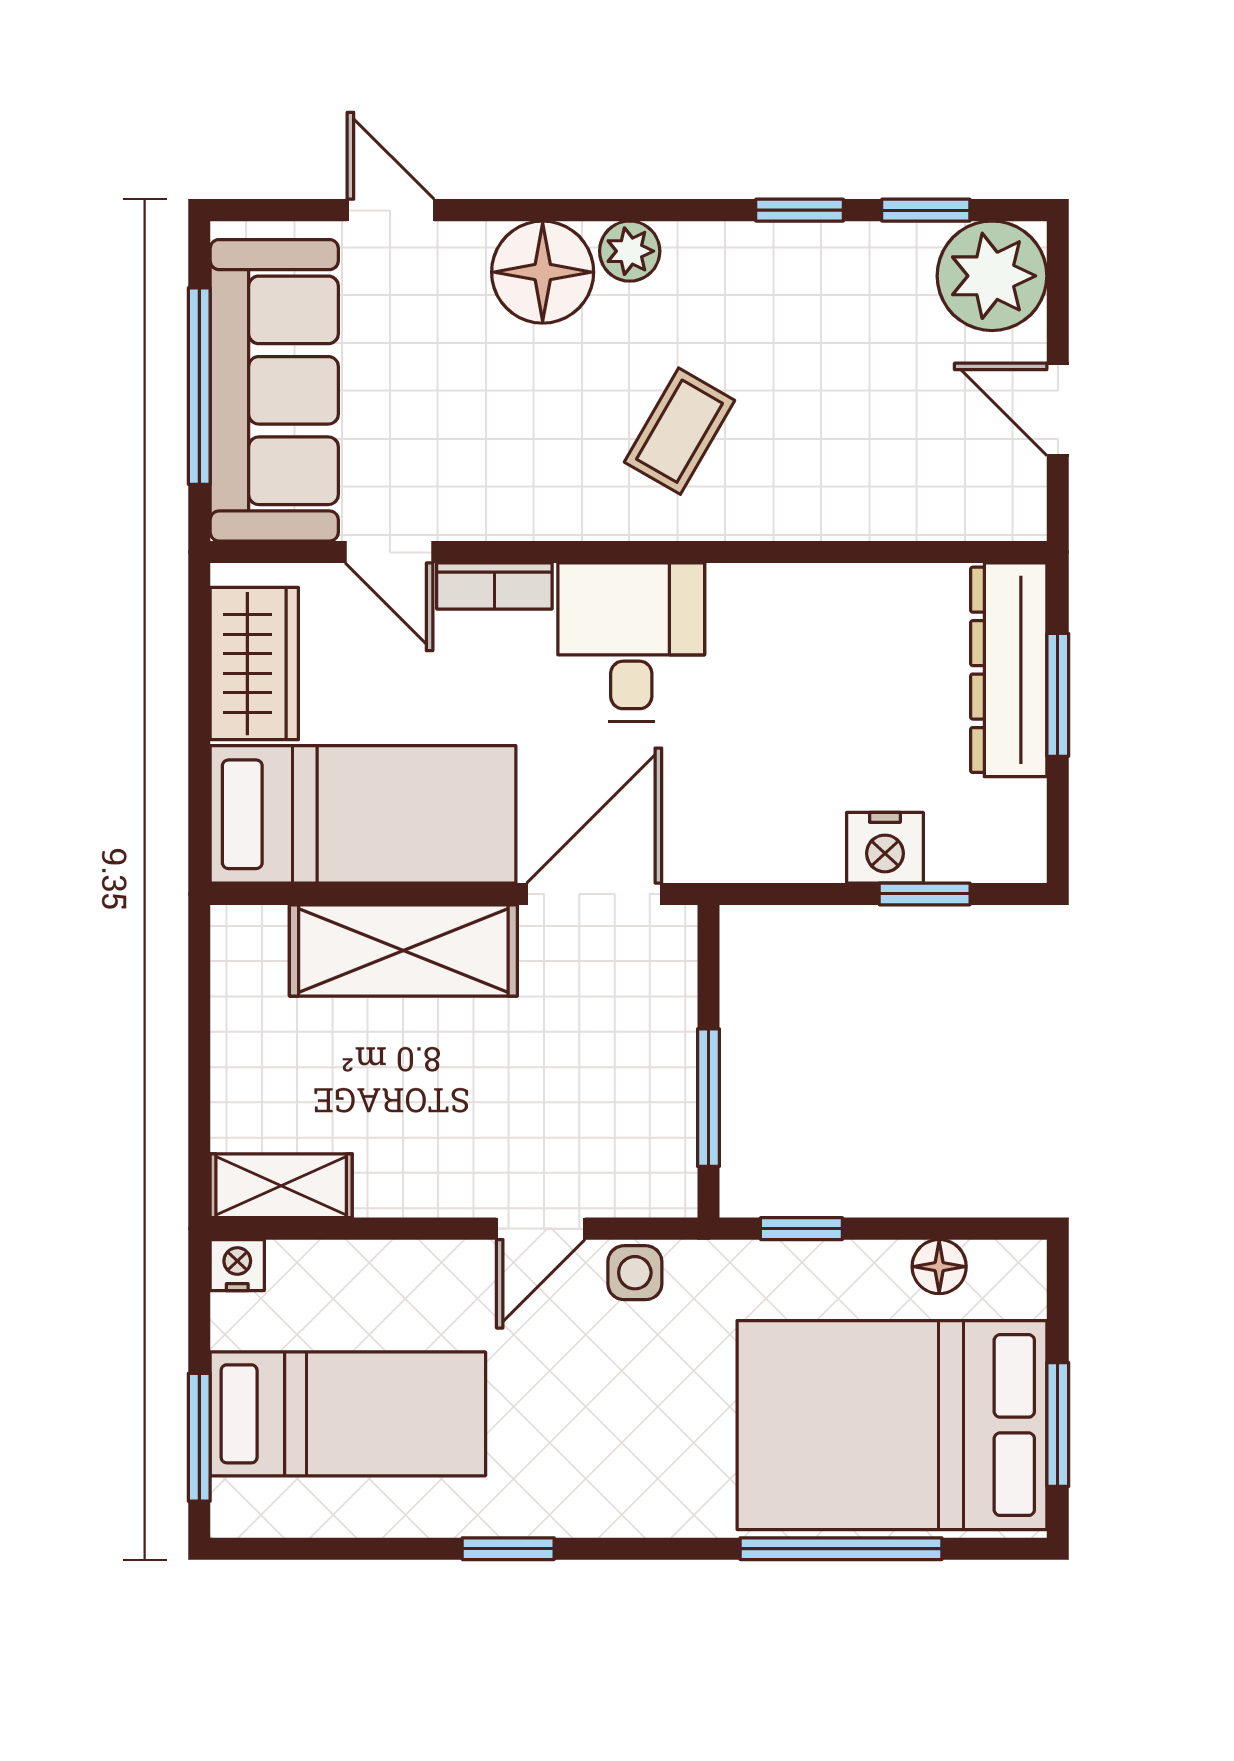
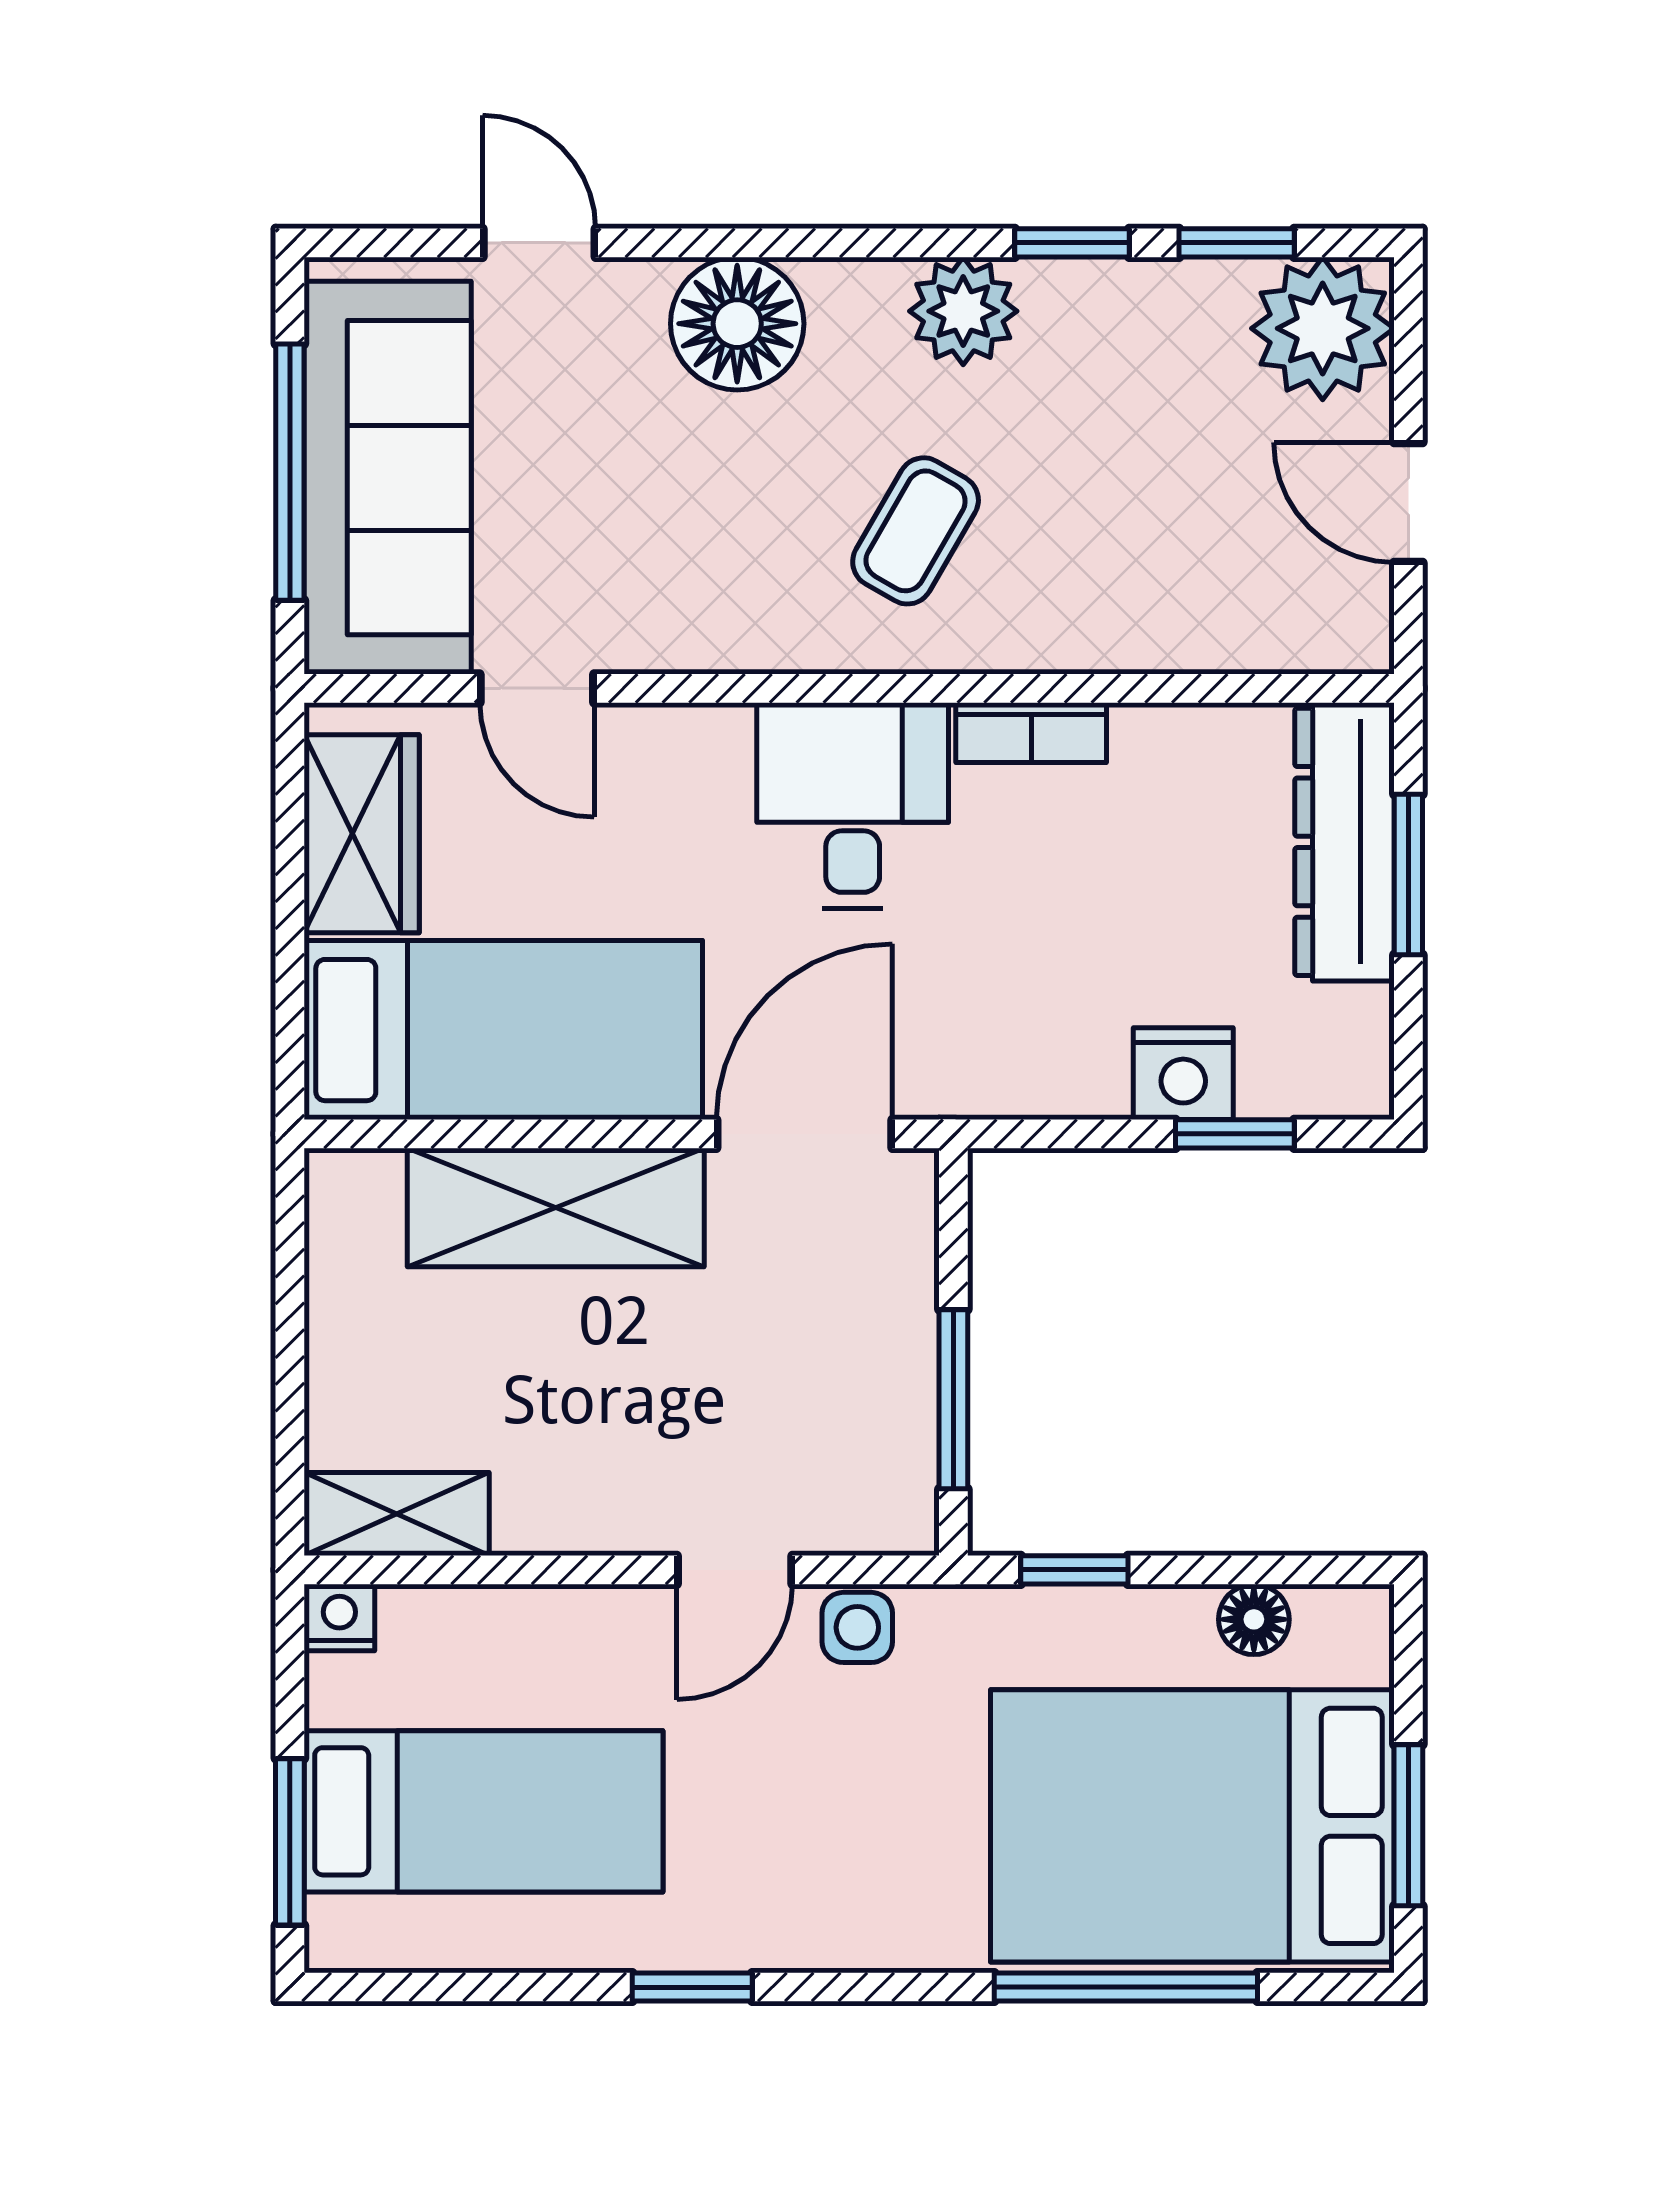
plant: (630, 251) -> (963, 311), moved, width x1.38, depth x1.38
bookcase: (494, 586) -> (1031, 733), moved

